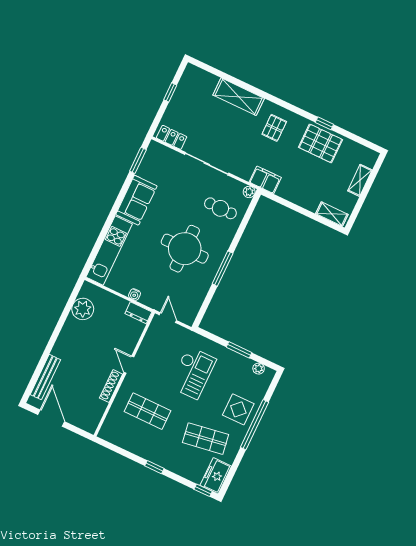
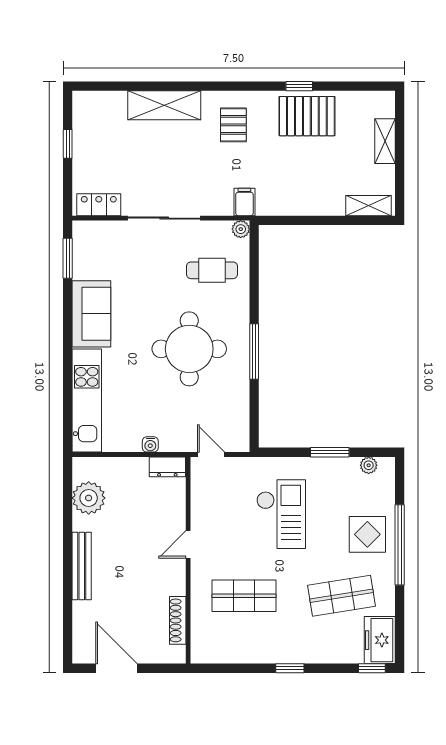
filing cabinet: (265, 180) -> (244, 202), width x0.50
door: (129, 365) -> (188, 544), hinge flipped
bench: (45, 377) -> (82, 566), moved
shoe rack: (111, 386) -> (178, 620), moved

